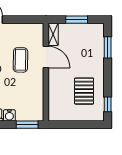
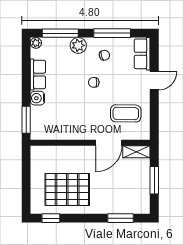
coffee table: (20, 60) -> (126, 113), moved
pallet: (84, 91) -> (67, 189), width x1.37, depth x1.41

